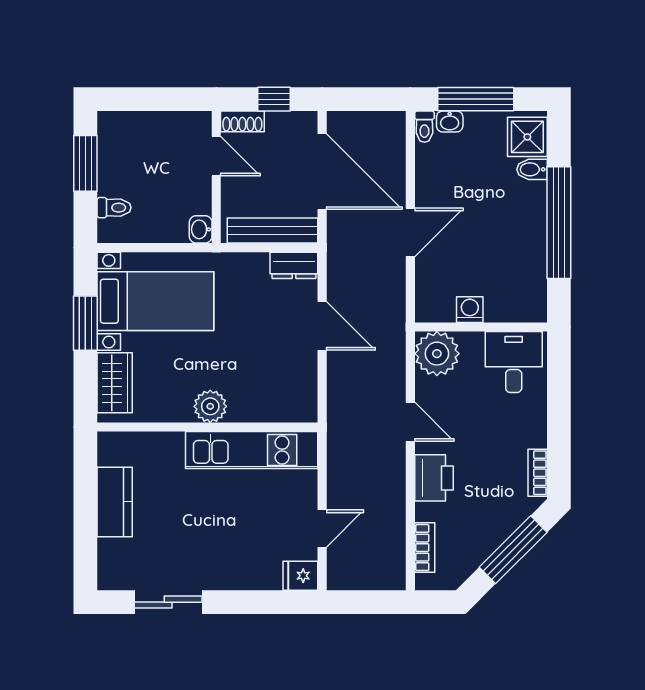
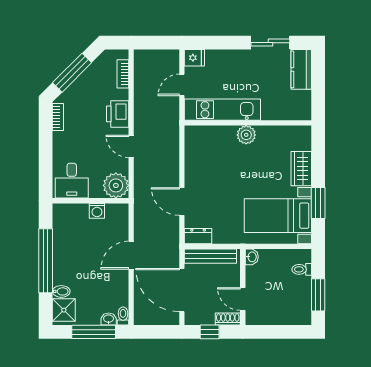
plant: (210, 406) -> (246, 135), moved
wall: (207, 427) -> (248, 123), moved
kitchen unit: (252, 450) -> (222, 110), moved
kitchen counter: (115, 502) -> (301, 69), moved

